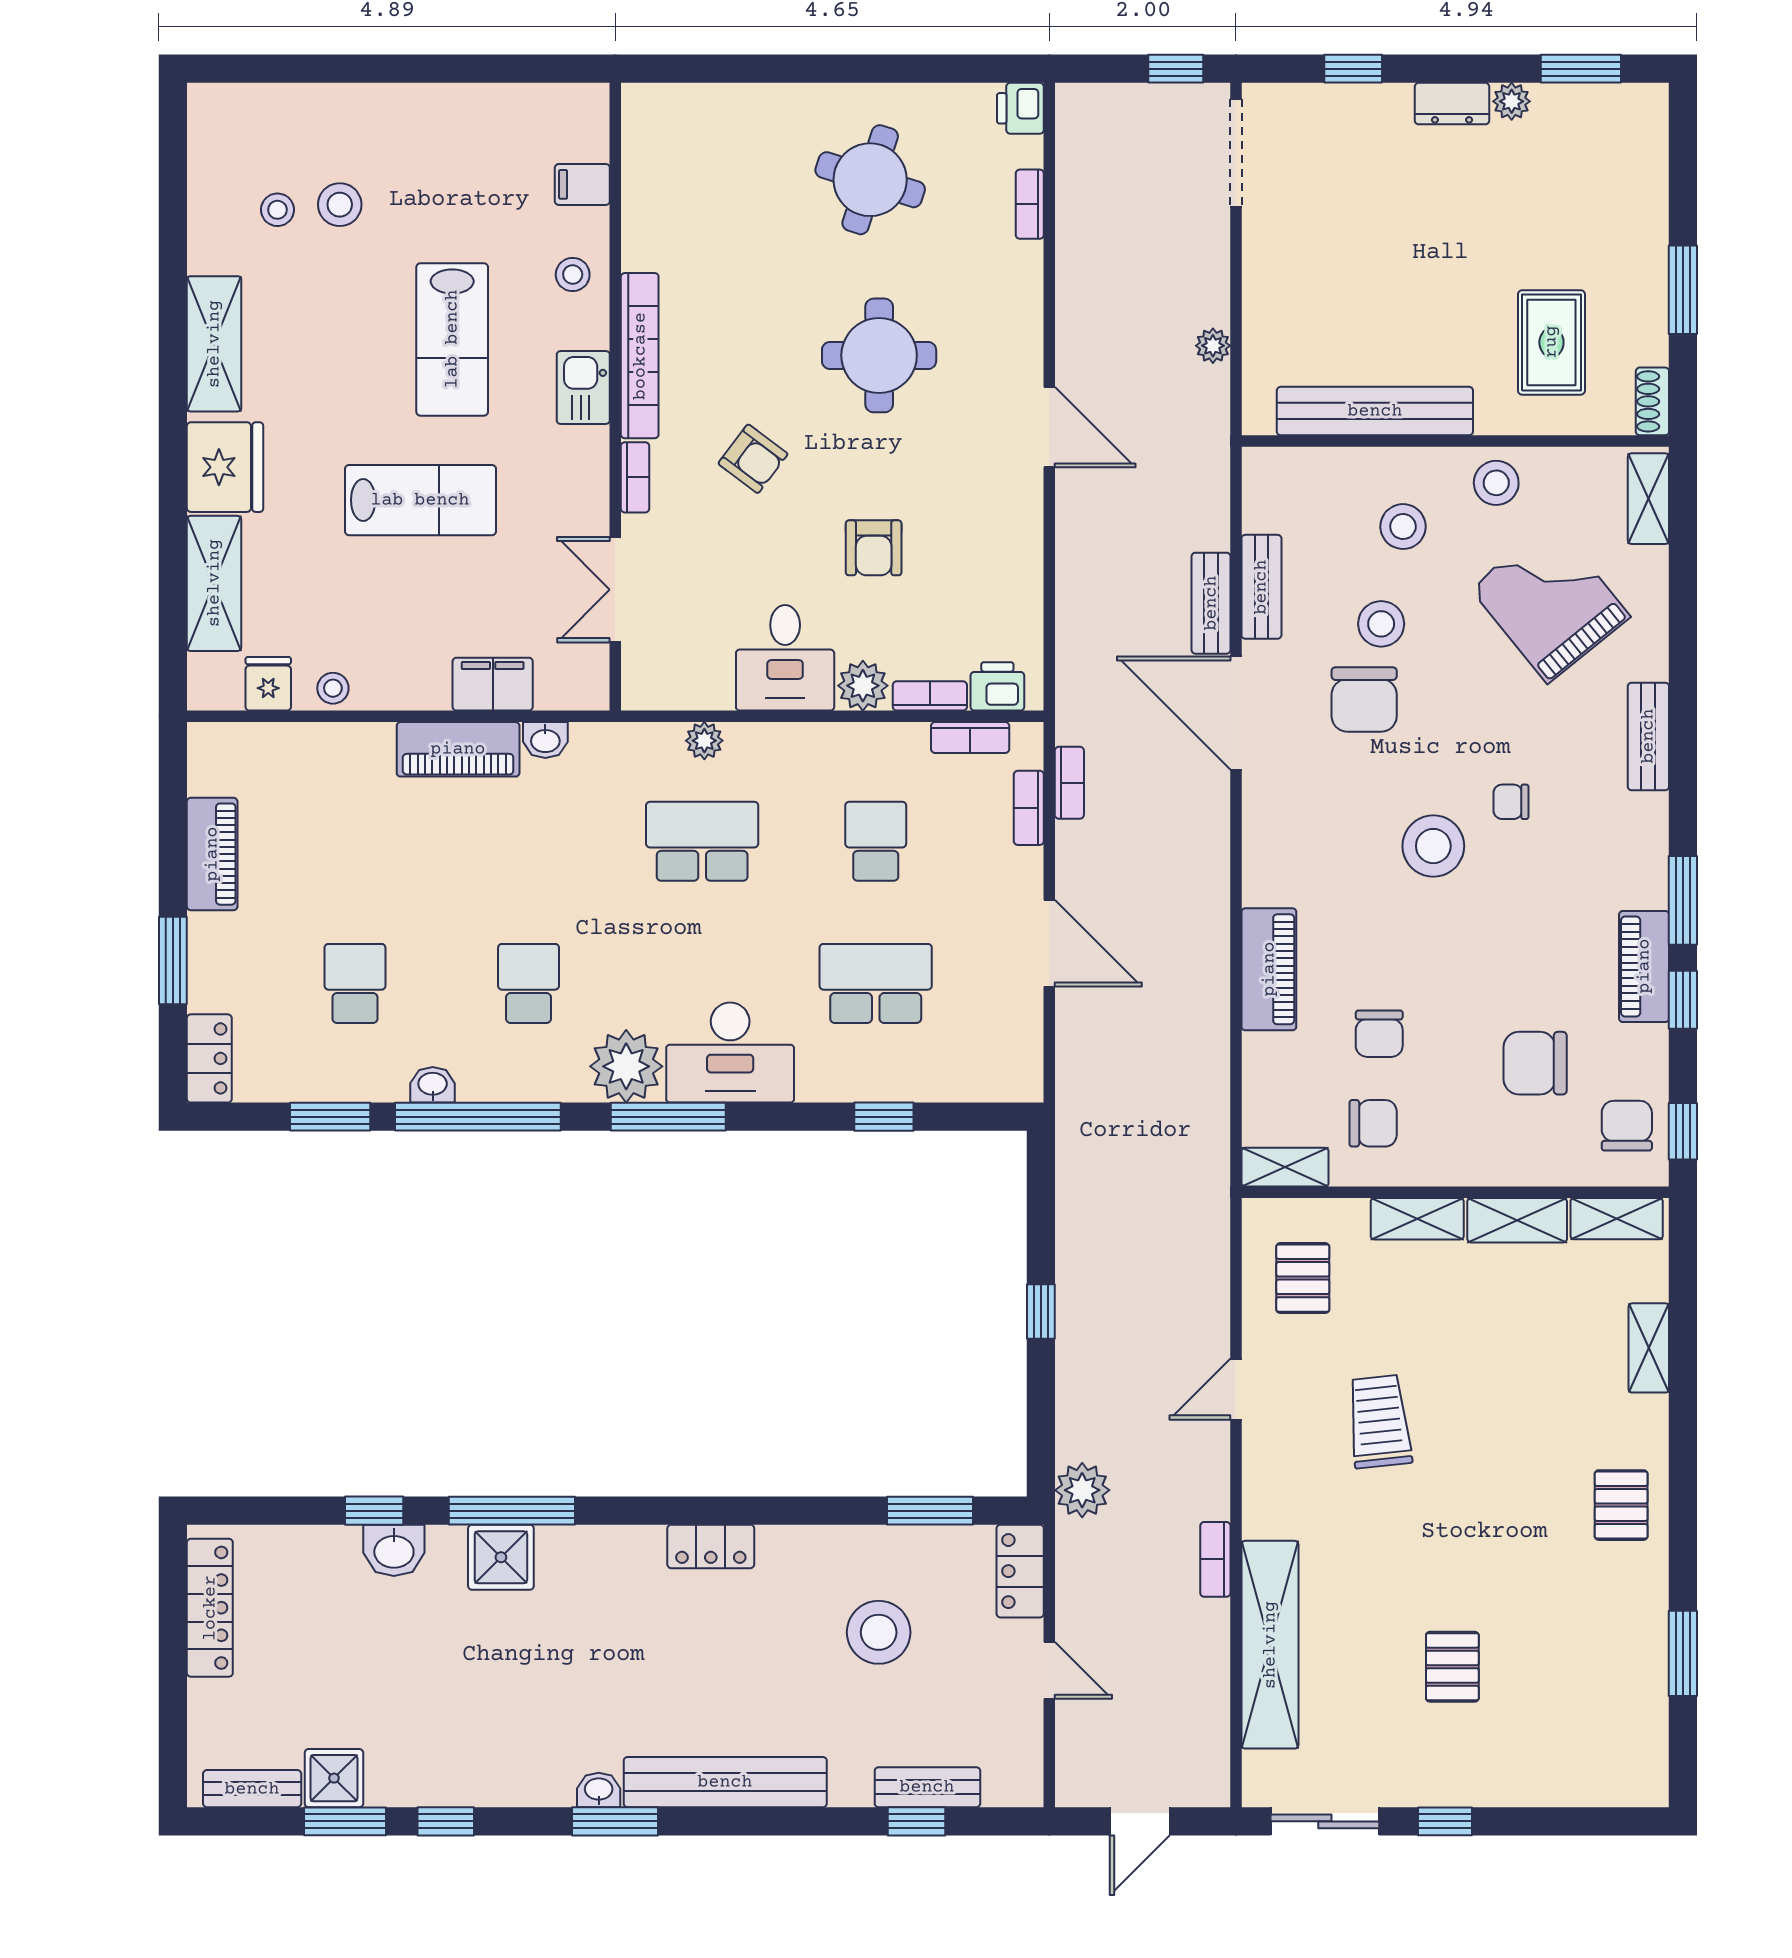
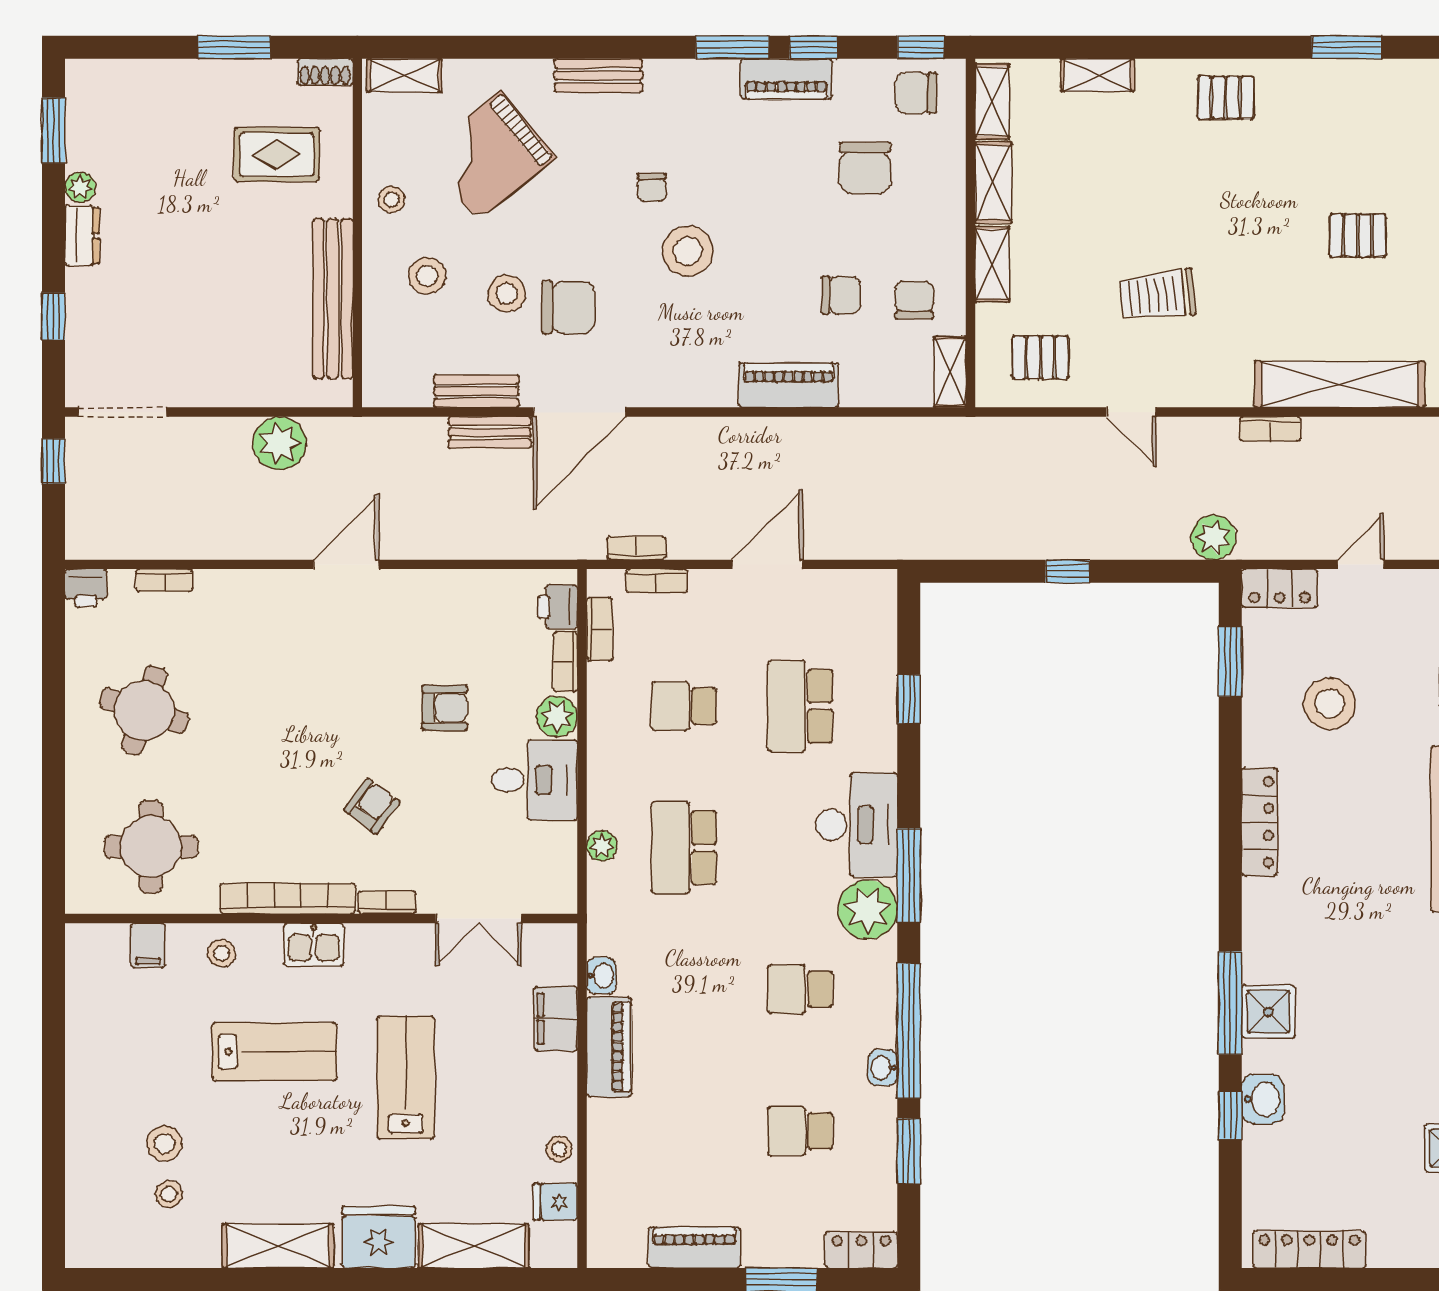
plant: (1213, 346) -> (280, 443), width x1.88, depth x1.88
round table: (879, 355) -> (151, 847), moved
stool: (1496, 483) -> (391, 200), width x0.73, depth x0.73
locker: (711, 1546) -> (1259, 822), width x1.53

